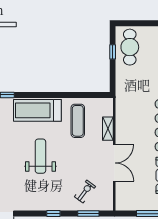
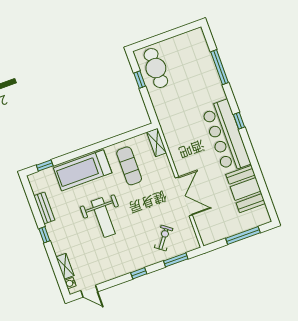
shelving: (108, 129) -> (157, 142), moved
weight bench: (40, 156) -> (103, 217), turned 180

